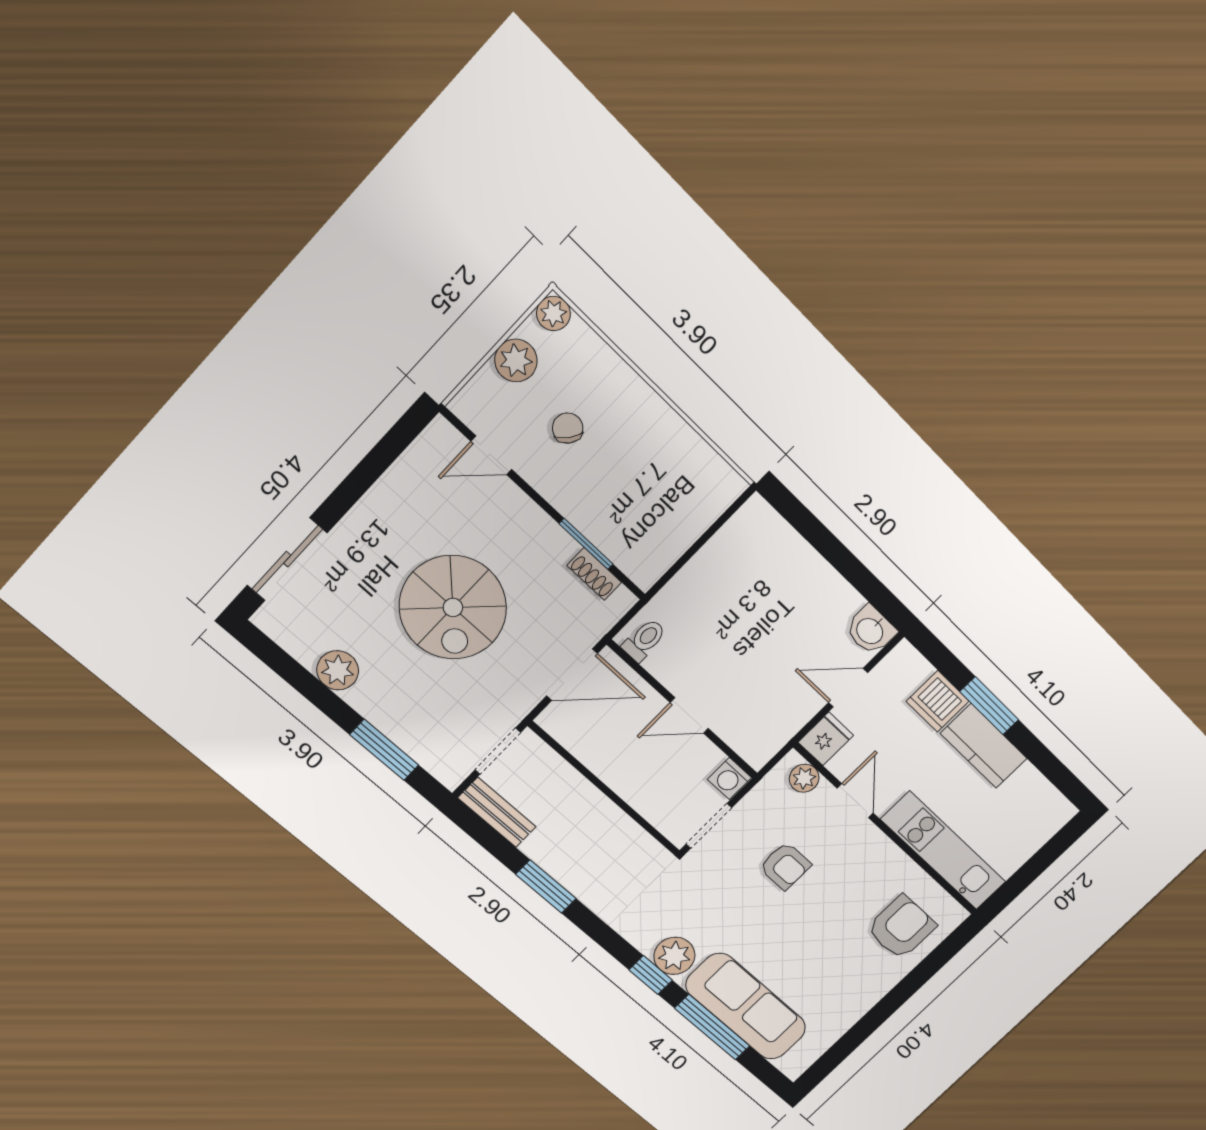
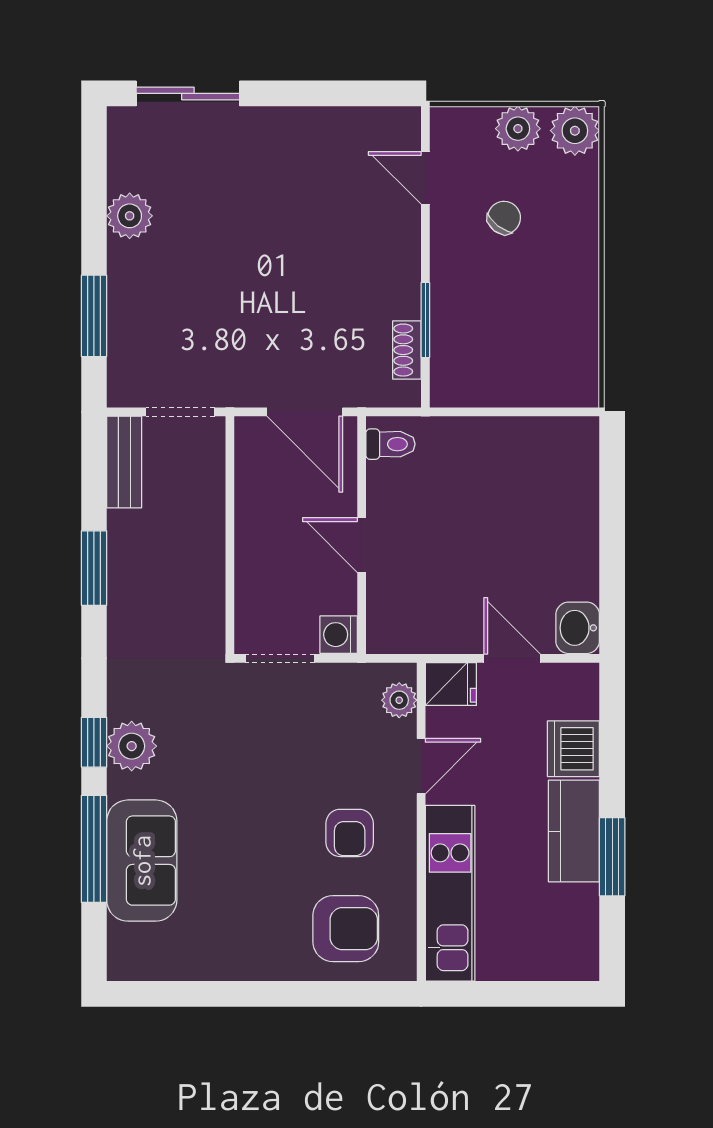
plant: (553, 313) -> (575, 131), width x1.38, depth x1.38
spiral stairs: (453, 607) -> (271, 261), removed
window: (989, 706) -> (612, 857), moved
armchair: (785, 866) -> (350, 833), moved
sofa: (746, 1007) -> (142, 861), width x0.73

